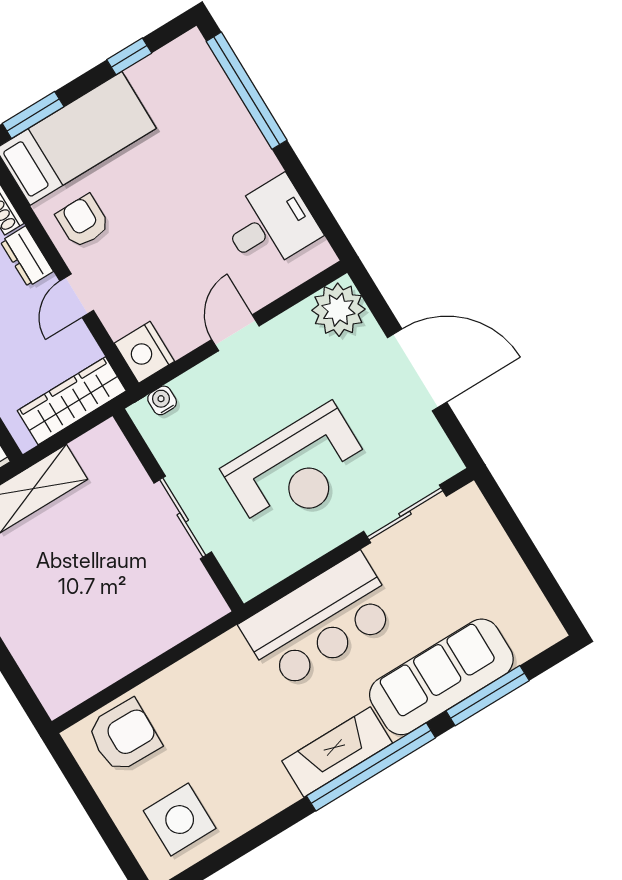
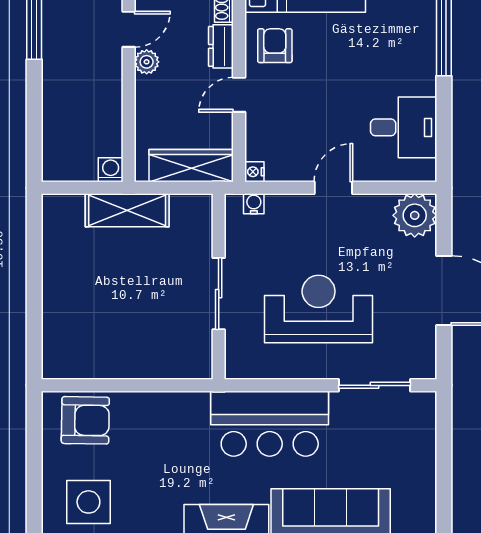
nightstand: (144, 352) -> (254, 172), width x0.53, depth x0.56
reception desk: (297, 470) -> (319, 309), turned 180

